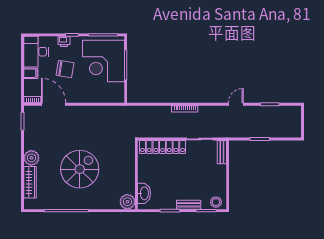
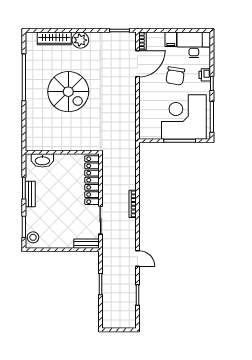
plant: (127, 202) -> (33, 143), removed
bench: (189, 205) -> (30, 194), moved

